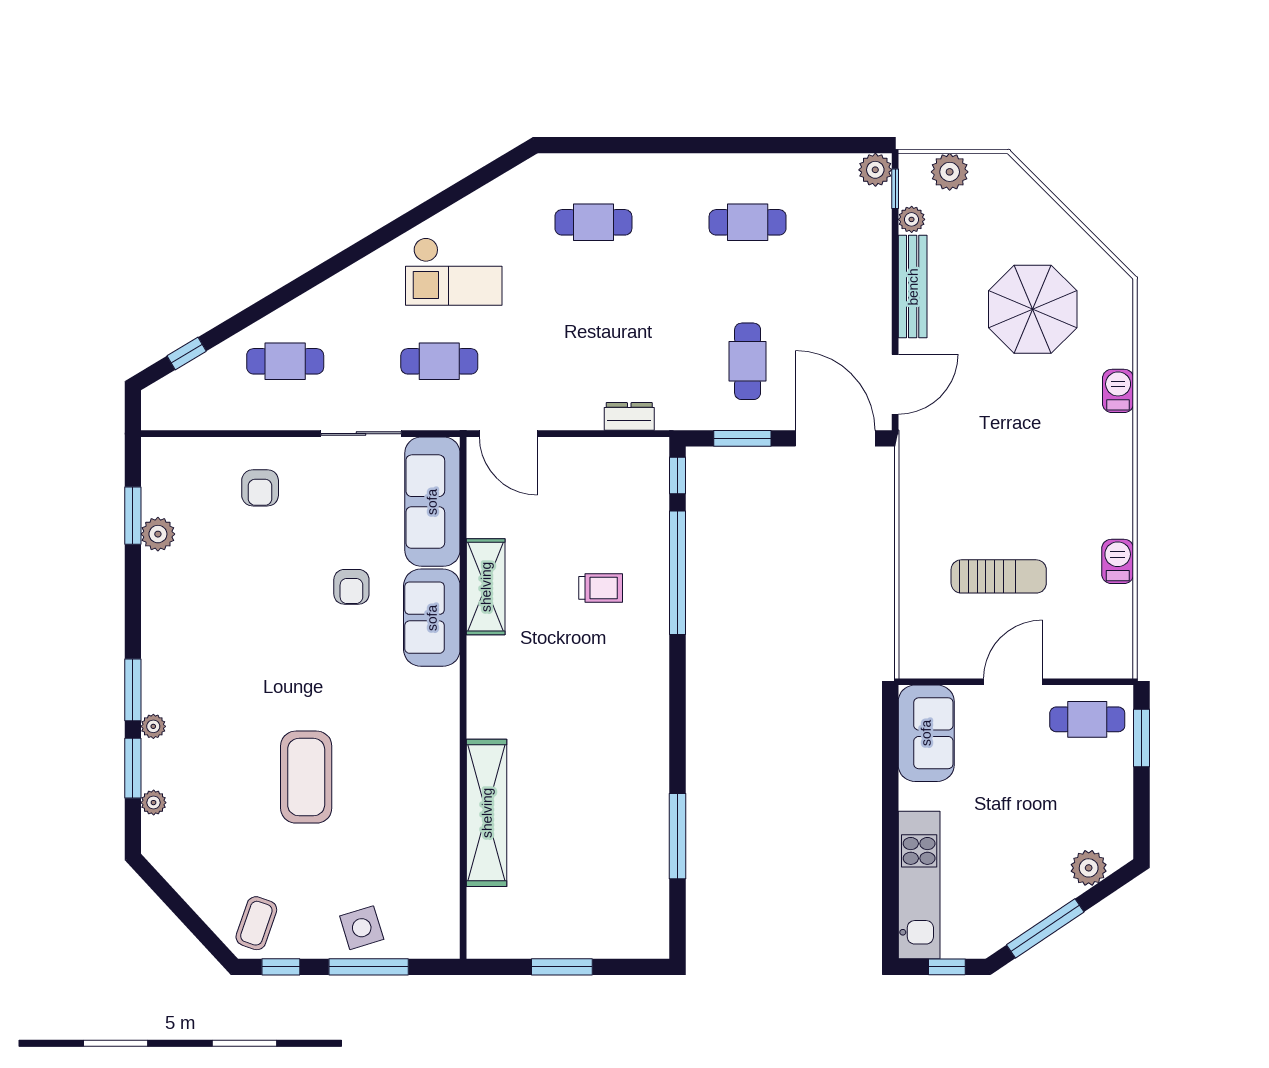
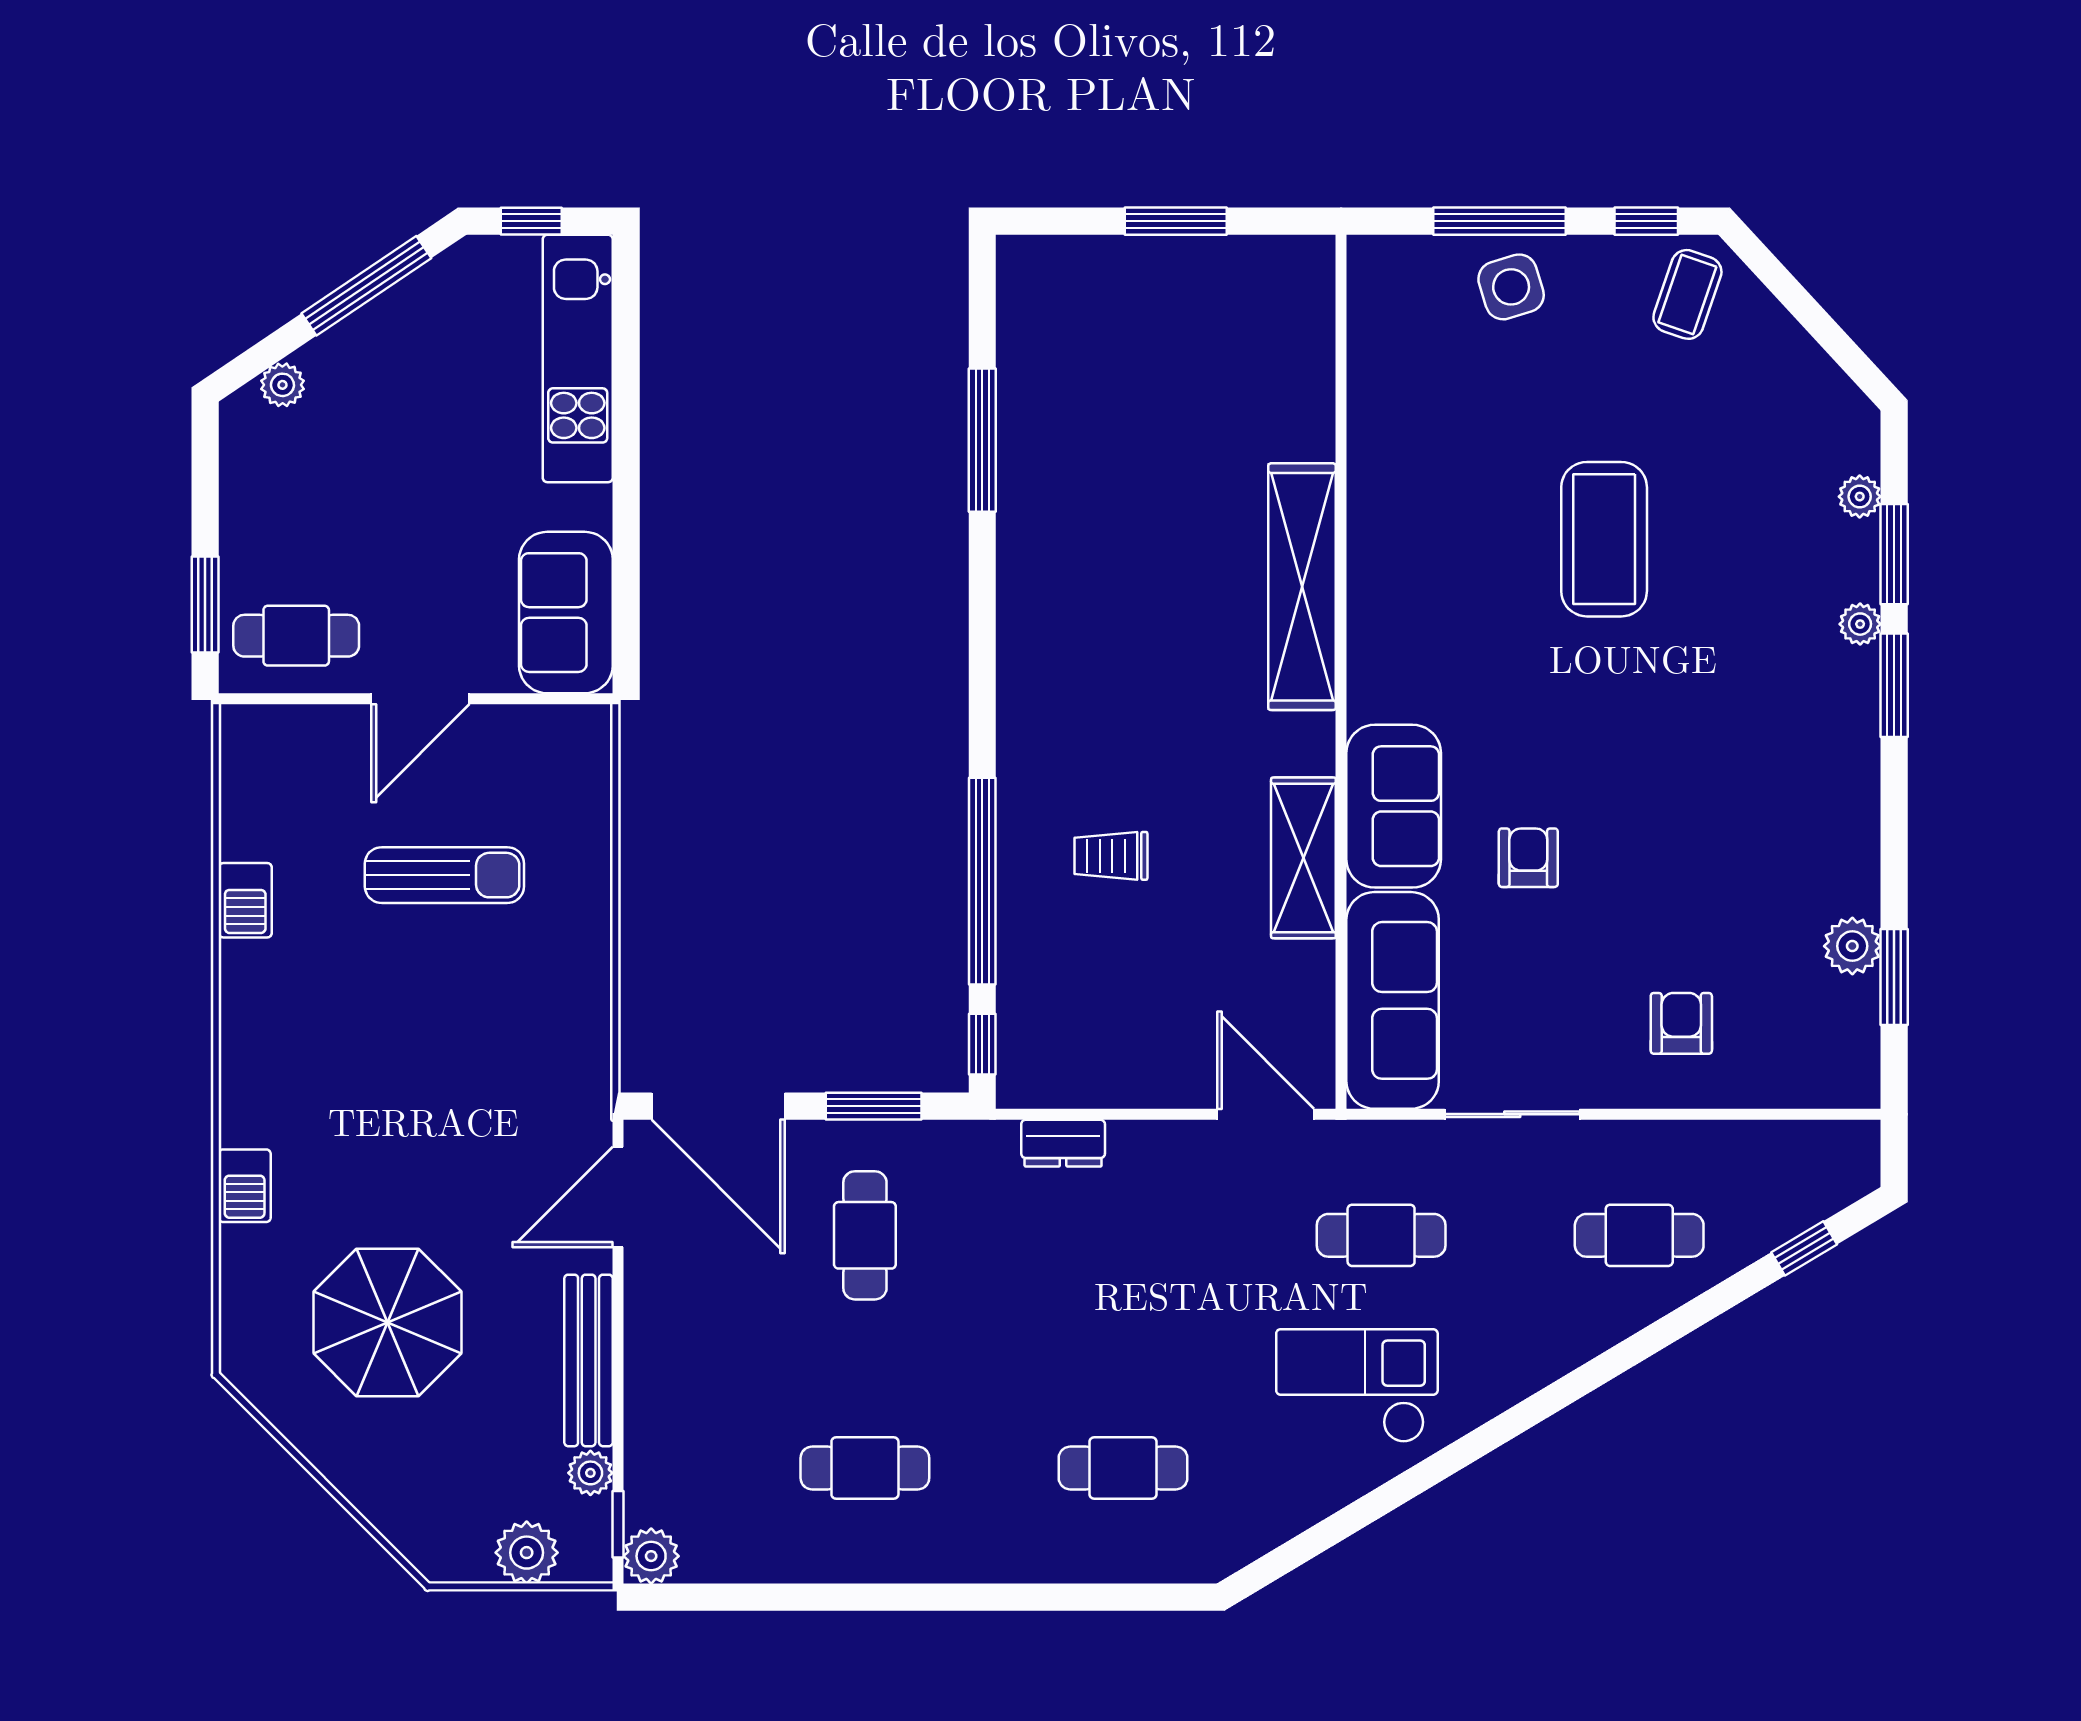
sun lounger: (999, 576) -> (444, 875), turned 180
shelving: (487, 813) -> (1302, 587), moved
plant: (1089, 868) -> (282, 385), width x0.73, depth x0.73

